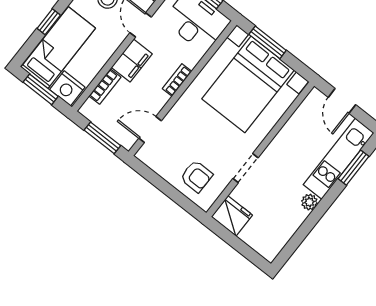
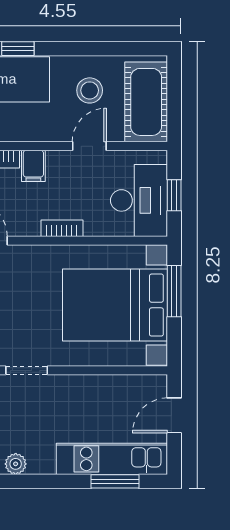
filing cabinet: (132, 61) -> (33, 166), width x0.50
plant: (309, 202) -> (16, 464), moved

